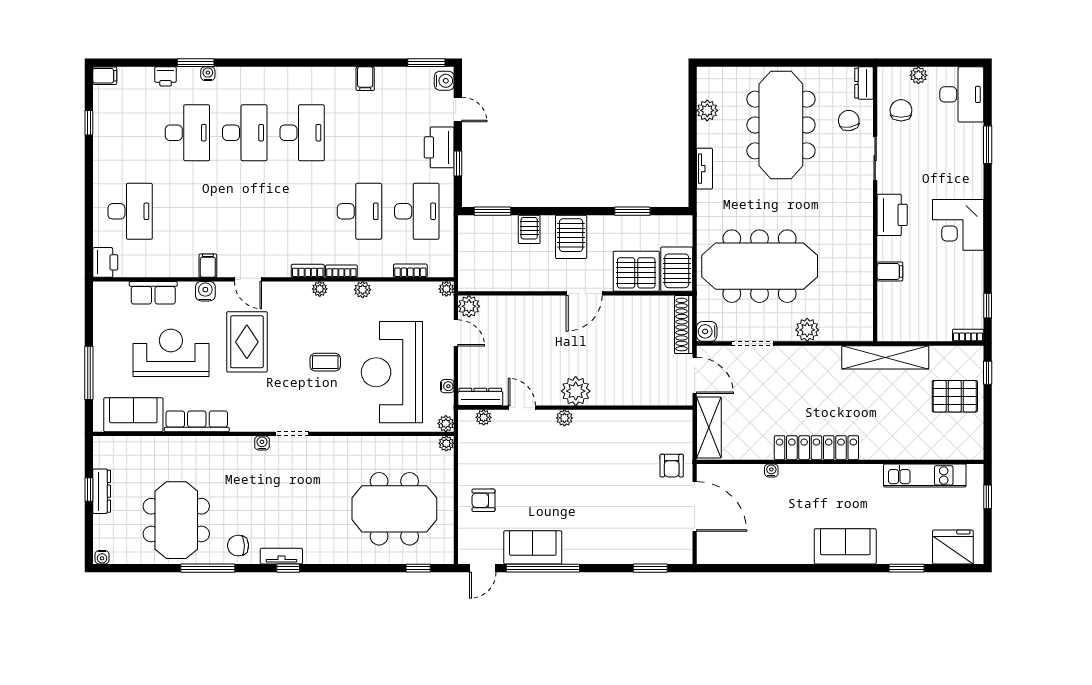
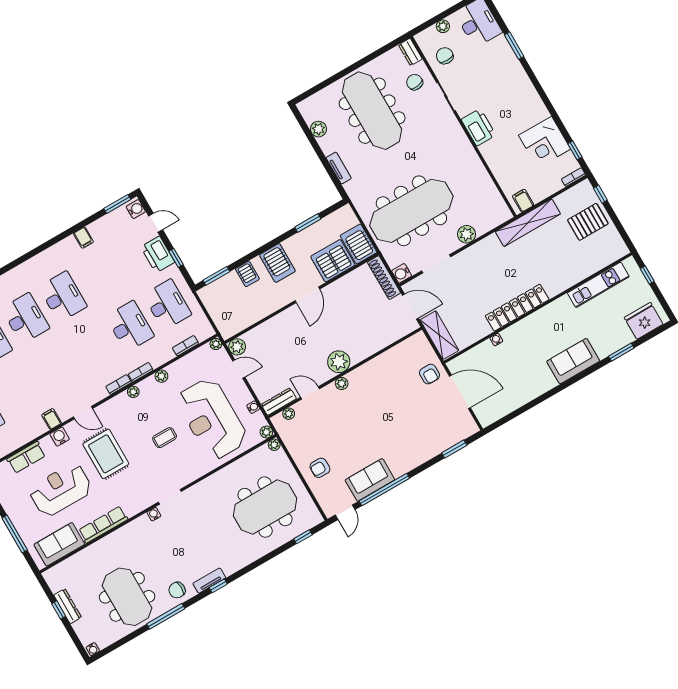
corner desk: (958, 225) -> (545, 142), moved
filing cabinet: (890, 271) -> (523, 201), moved, turned -90

